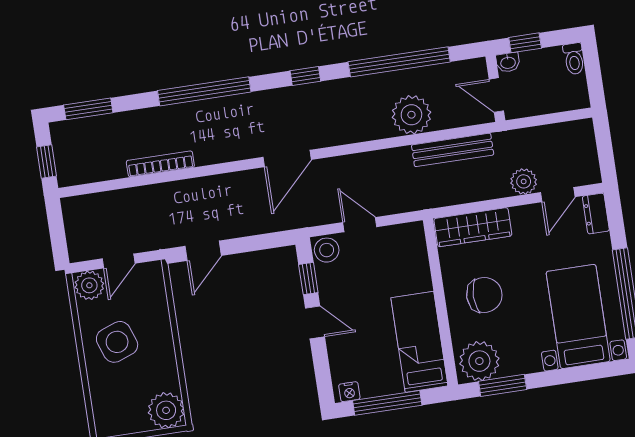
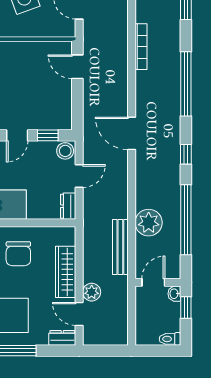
wardrobe: (473, 227) -> (66, 272), moved
dresser: (405, 234) -> (68, 206), added

